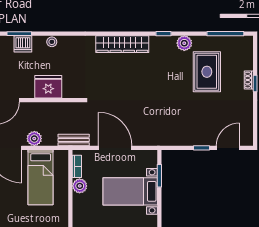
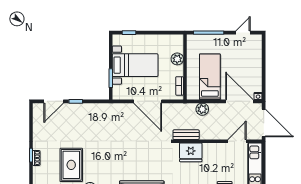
fridge: (48, 87) -> (191, 152), moved
plant: (34, 139) -> (202, 109), moved
bench: (74, 140) -> (186, 135), moved
plant: (80, 186) -> (177, 59), moved

